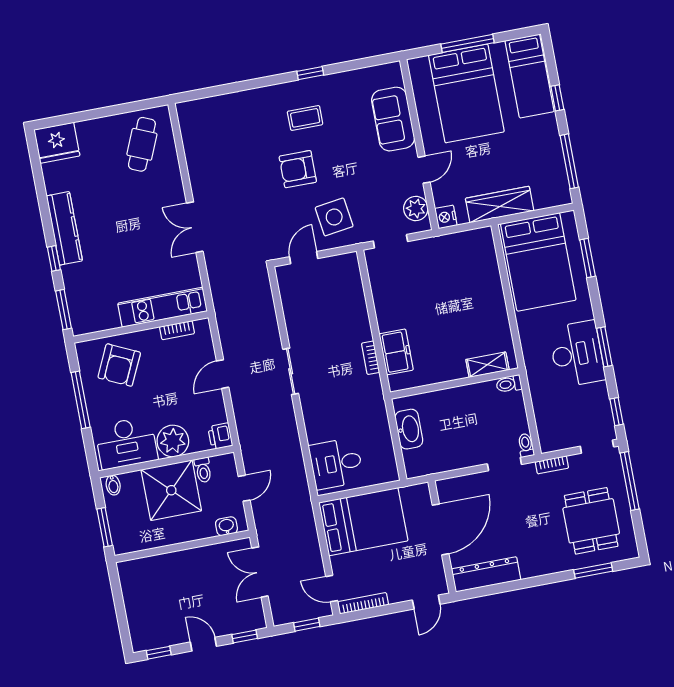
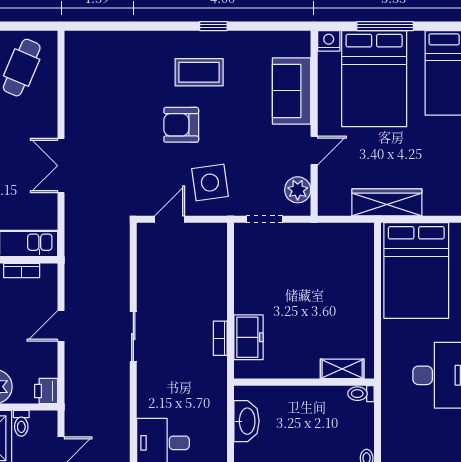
coffee table: (305, 118) -> (199, 72), width x1.36, depth x1.30
nightstand: (446, 217) -> (329, 41), moved, turned 90

